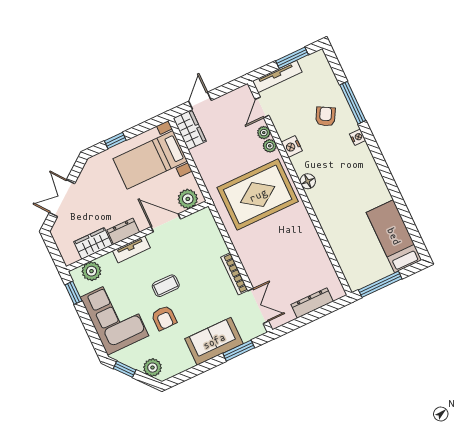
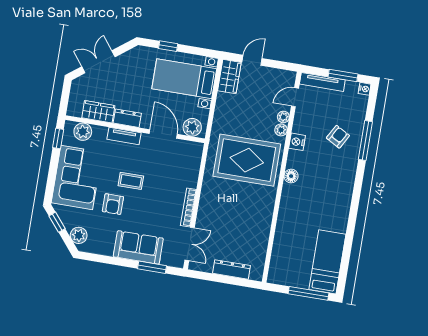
nightstand: (358, 137) -> (365, 89), moved
window: (380, 284) -> (309, 293), moved

